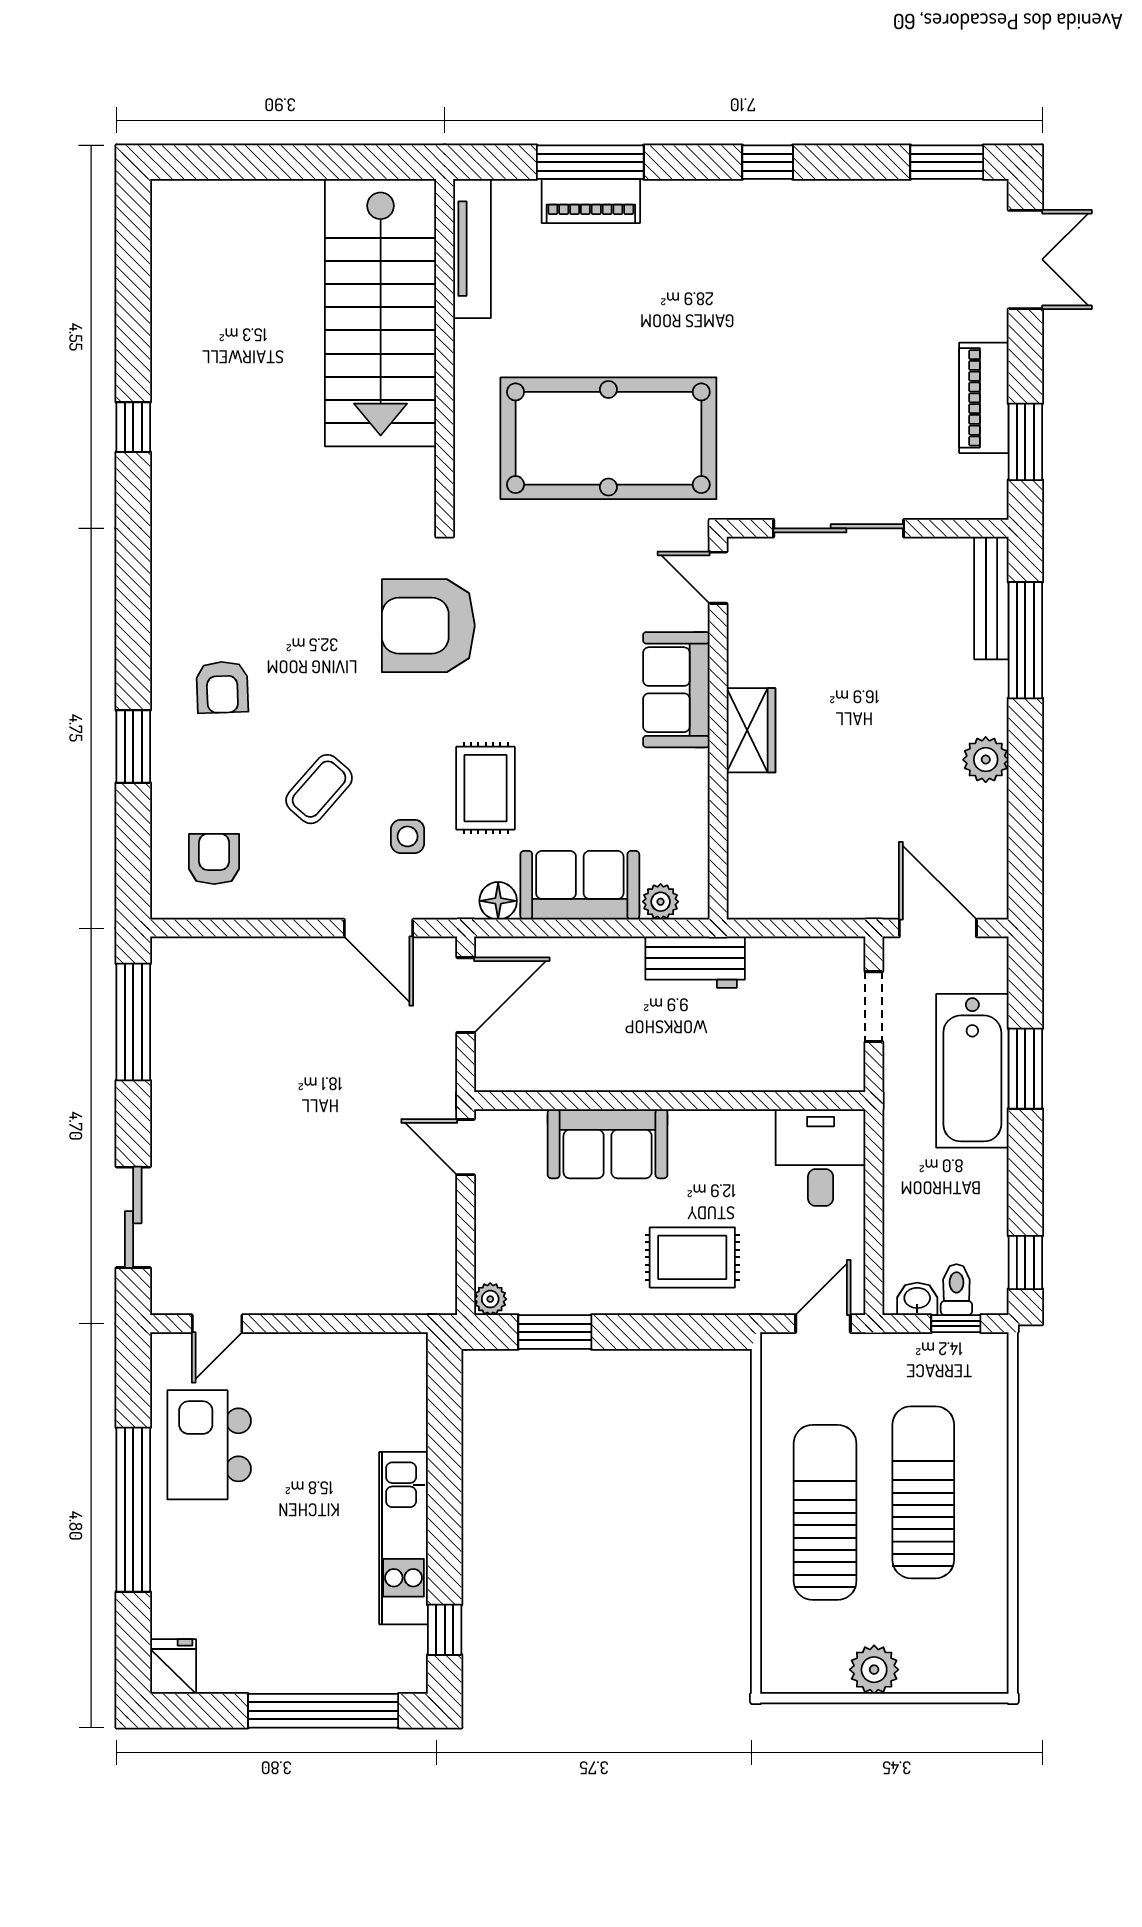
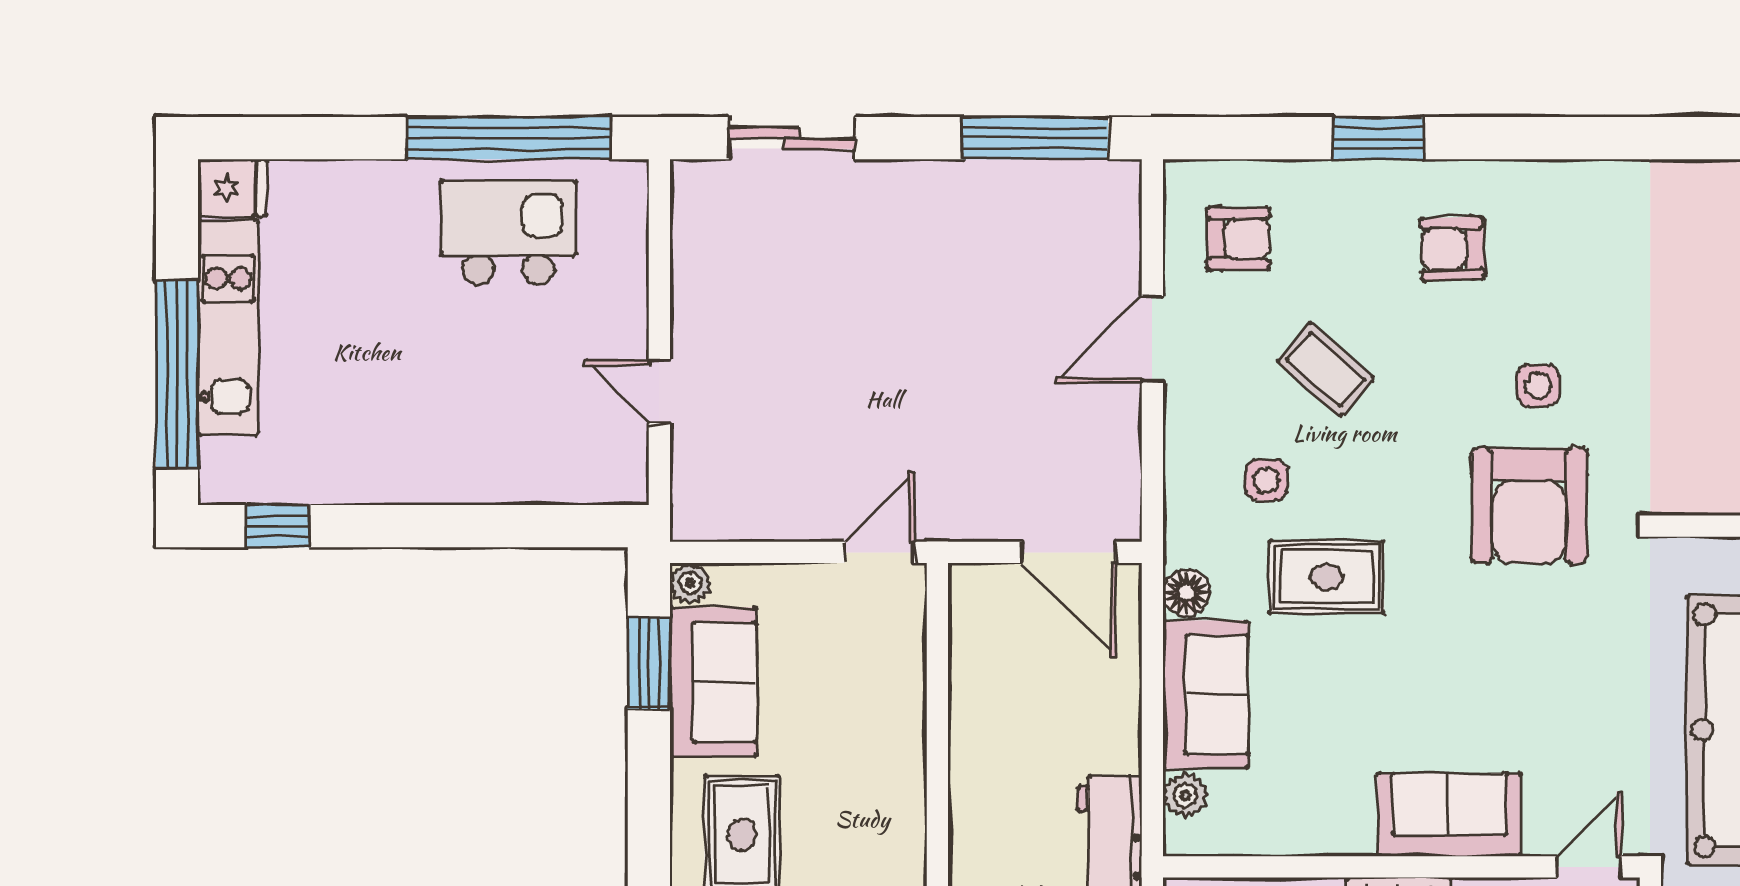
side table: (332, 618) -> (1538, 385), added
armchair: (428, 626) -> (1529, 506), turned 180
door: (379, 928) -> (1152, 339), moved
sofa: (608, 1144) -> (713, 682), moved, turned 180
door: (217, 1324) -> (659, 391), moved
window: (133, 1510) -> (508, 138), moved
kitchen unit: (404, 1538) -> (228, 328), moved, turned 90

